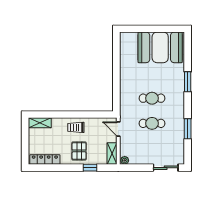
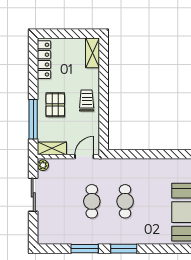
window: (188, 82) -> (124, 249), moved
pallet: (79, 151) -> (55, 105), turned 90
window: (90, 168) -> (33, 119), width x2.17
sliding door: (166, 168) -> (33, 195), moved

